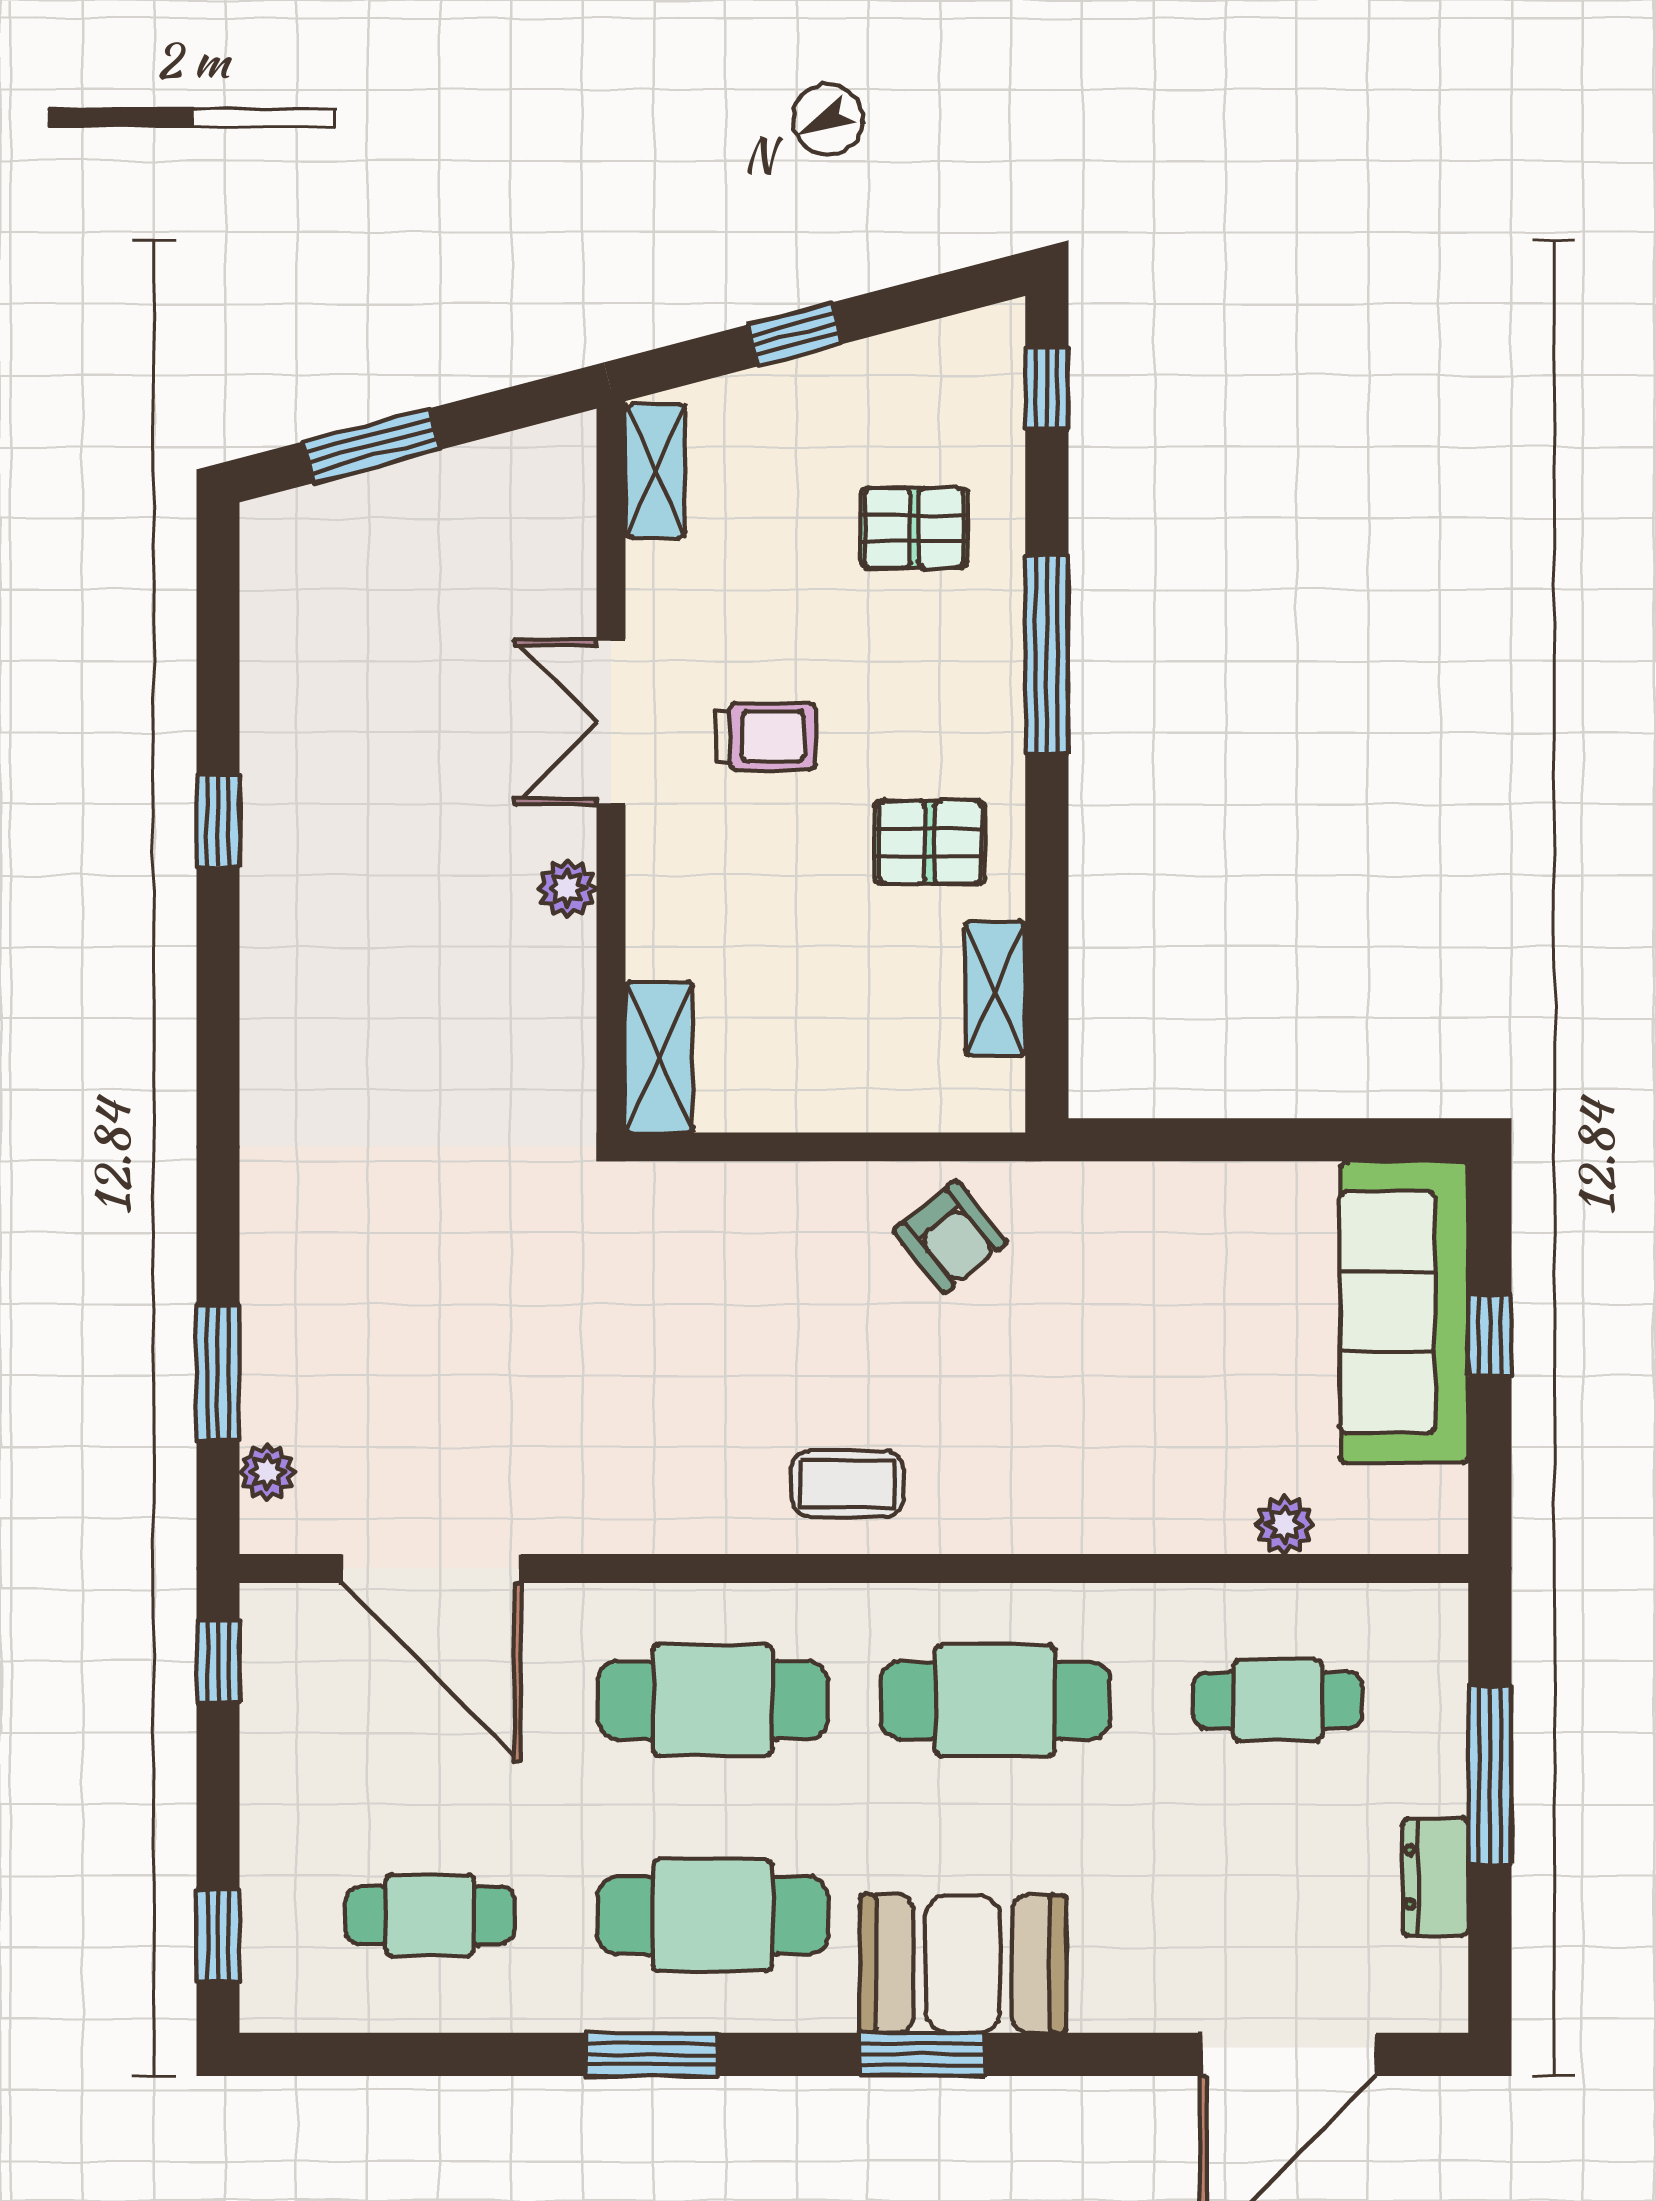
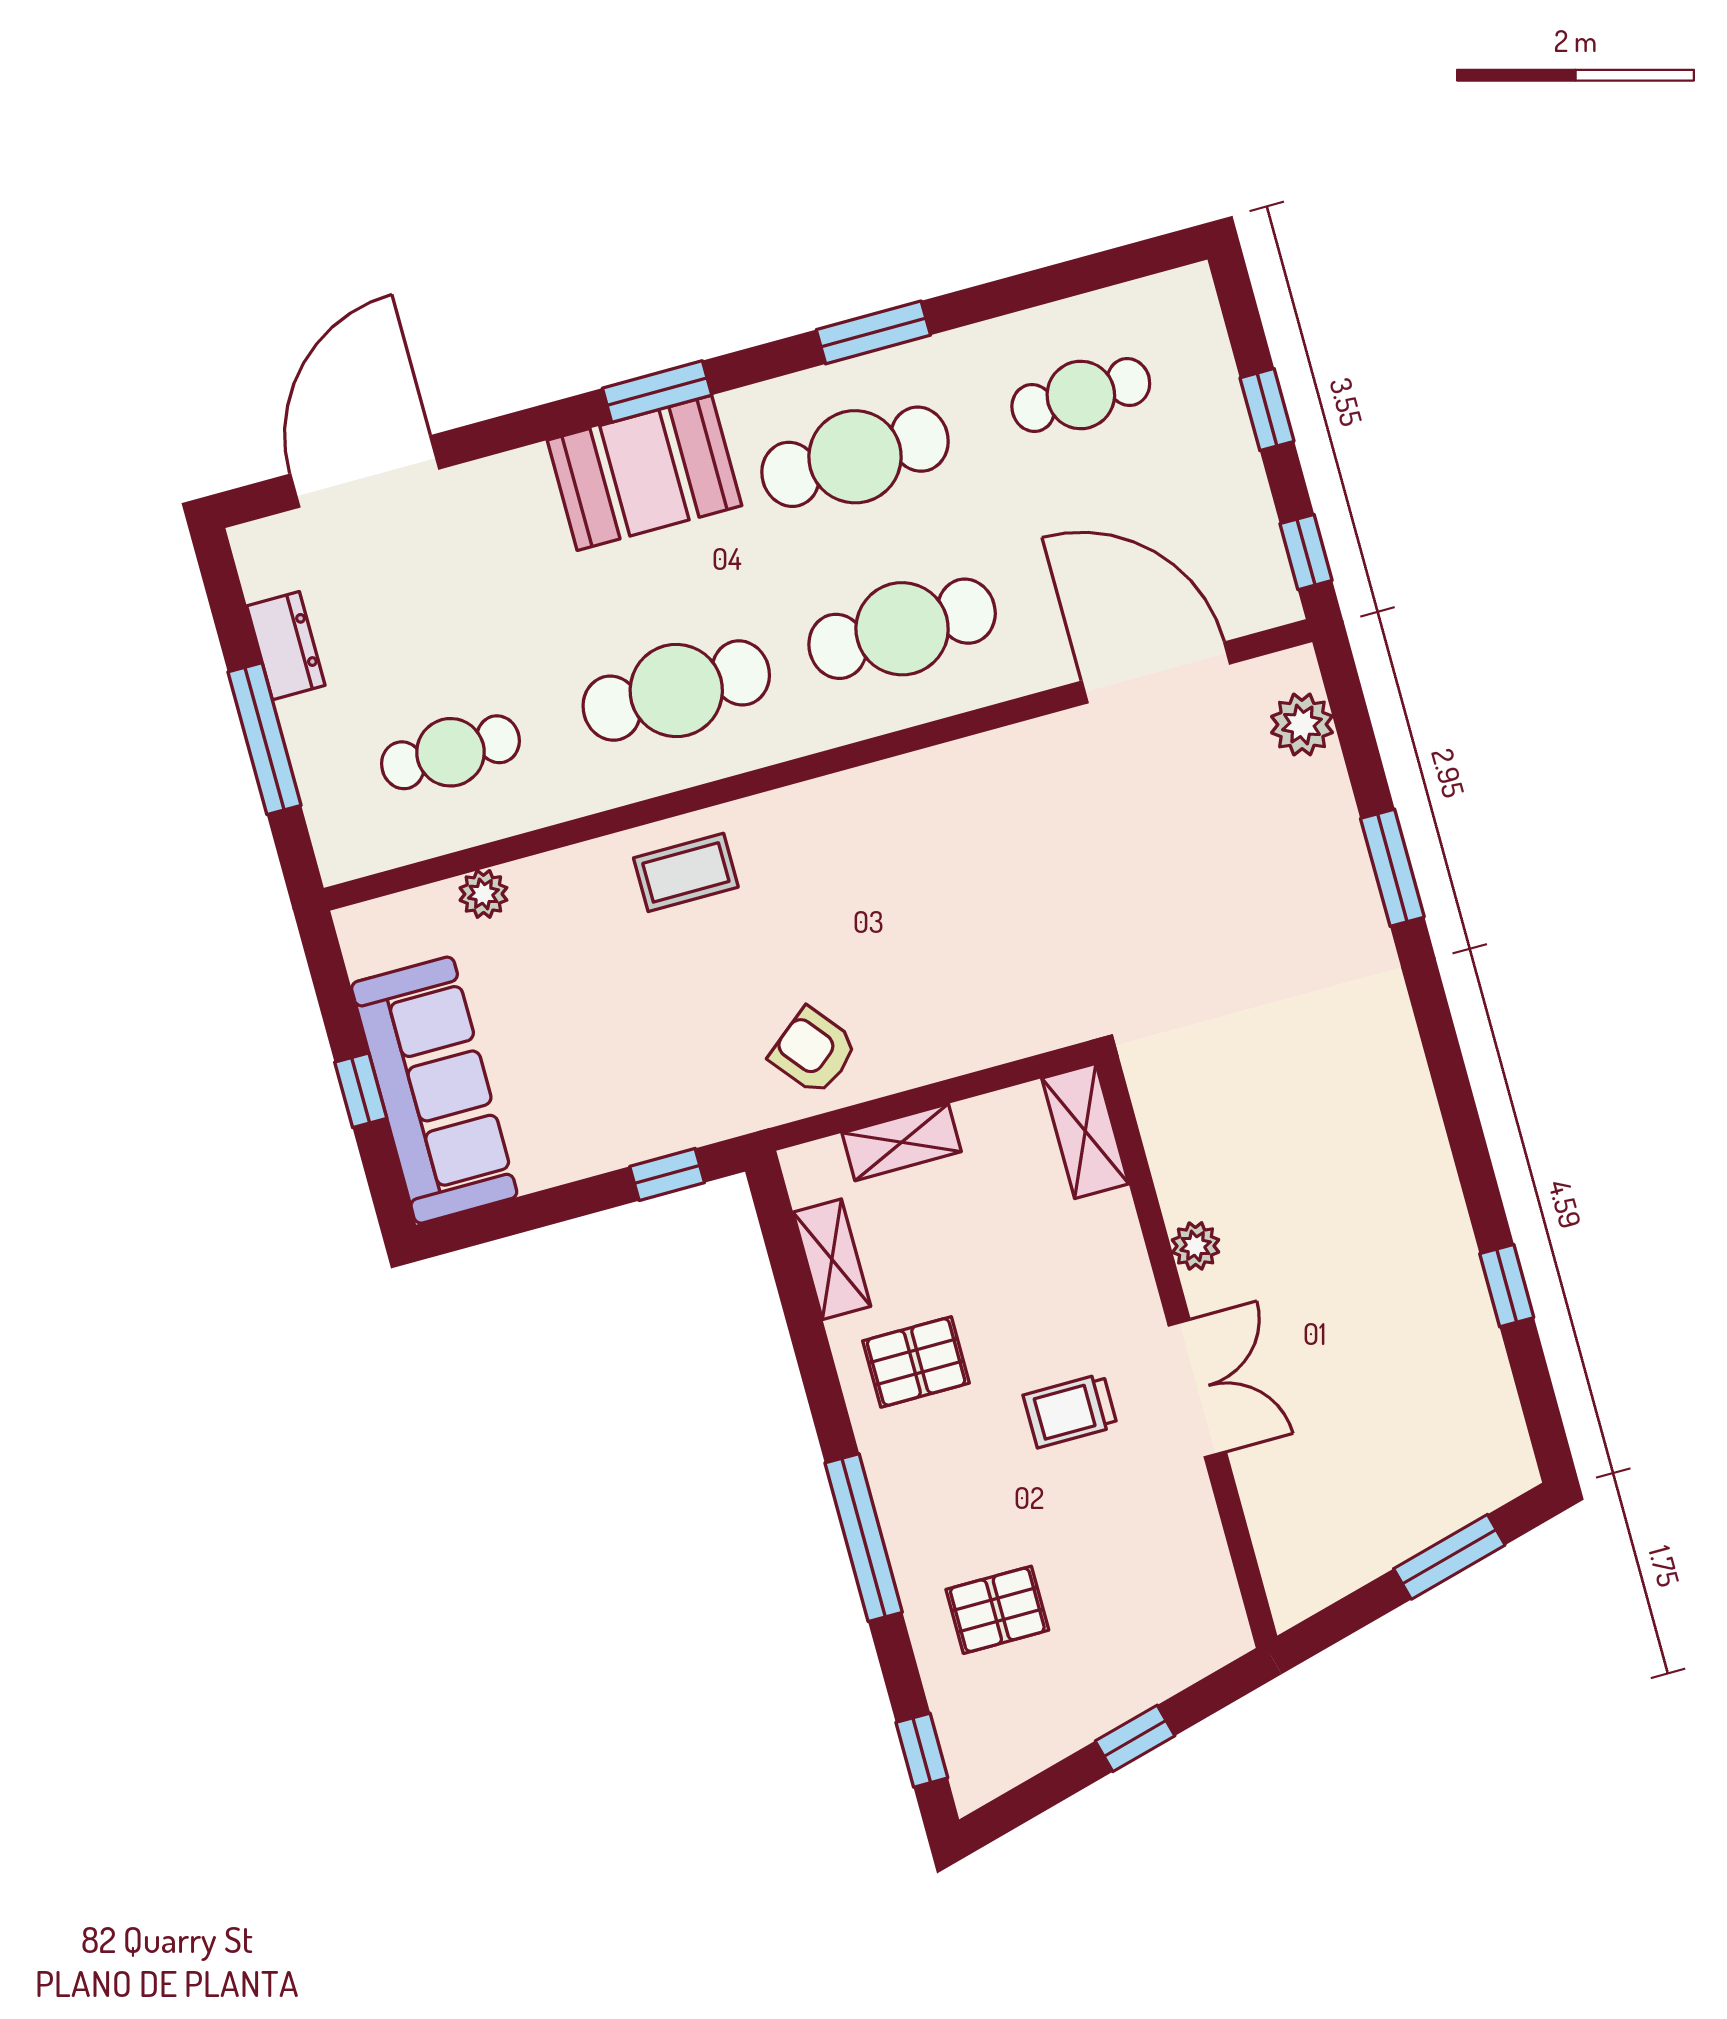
shelving: (655, 471) -> (902, 1142), moved, turned 90
window: (218, 821) -> (1507, 1286), moved
window: (1160, 1140) -> (667, 1174), added
window: (218, 1372) -> (1392, 868), moved
plant: (267, 1472) -> (1302, 724), width x1.38, depth x1.38
coffee table: (847, 1484) -> (686, 872), moved
window: (218, 1935) -> (1267, 410), moved

